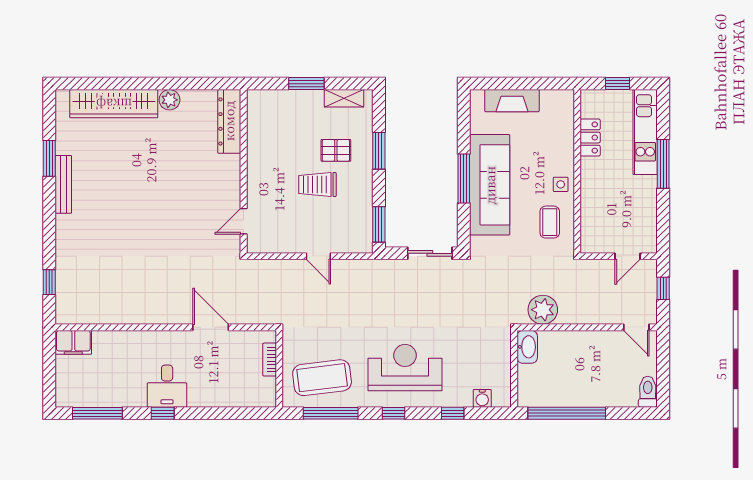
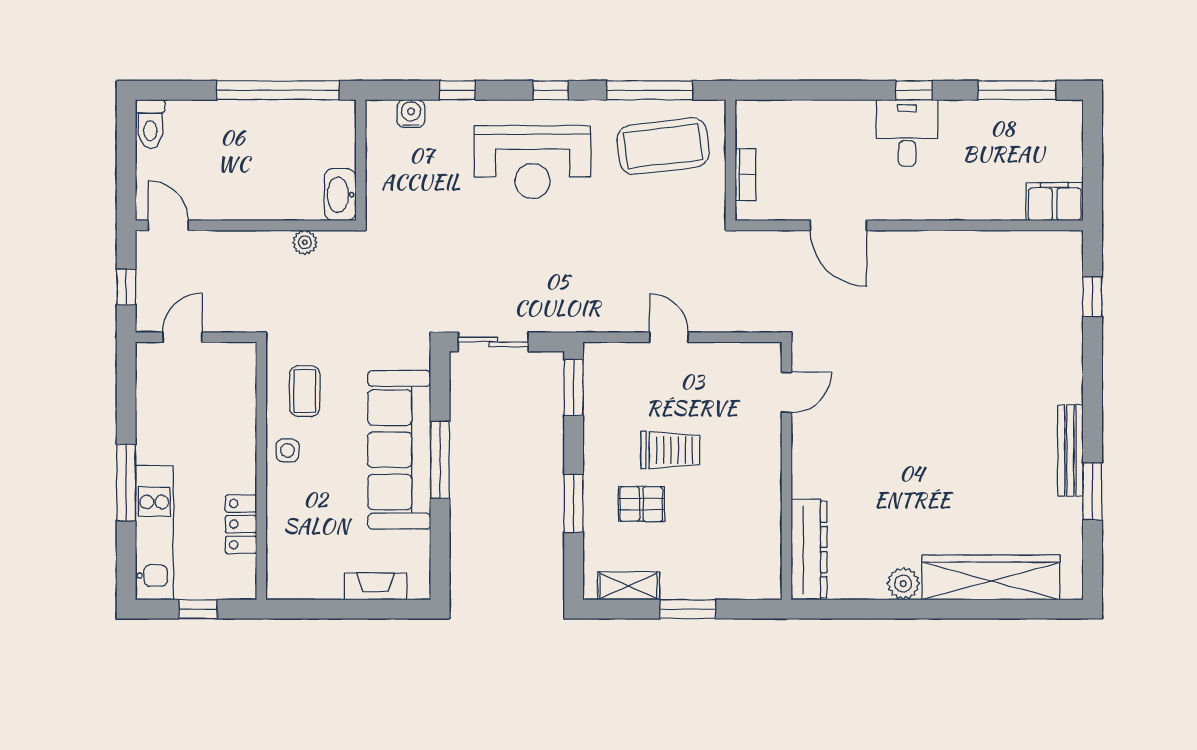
fireplace: (512, 101) -> (376, 586), width x0.73, depth x0.76
plant: (543, 310) -> (305, 242), width x0.53, depth x0.53

